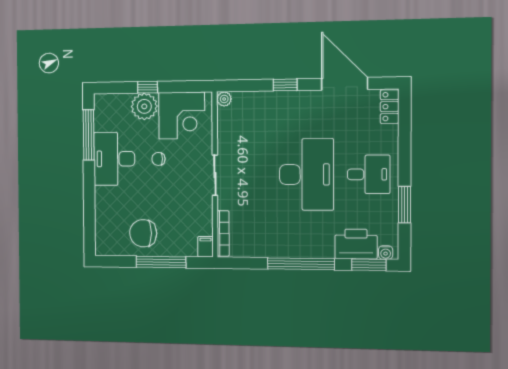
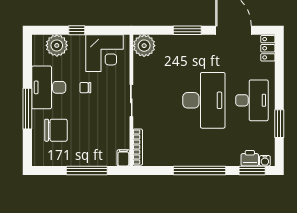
window: (285, 85) -> (187, 30), width x1.50
plant: (224, 99) -> (144, 46), width x1.88, depth x1.88
plant: (144, 106) -> (57, 45), moved
window: (89, 135) -> (27, 109), moved
desk: (369, 174) -> (252, 100), width x1.37
chair: (143, 233) -> (56, 130), moved, turned 180
printer: (356, 244) -> (250, 158), width x0.53, depth x0.68

